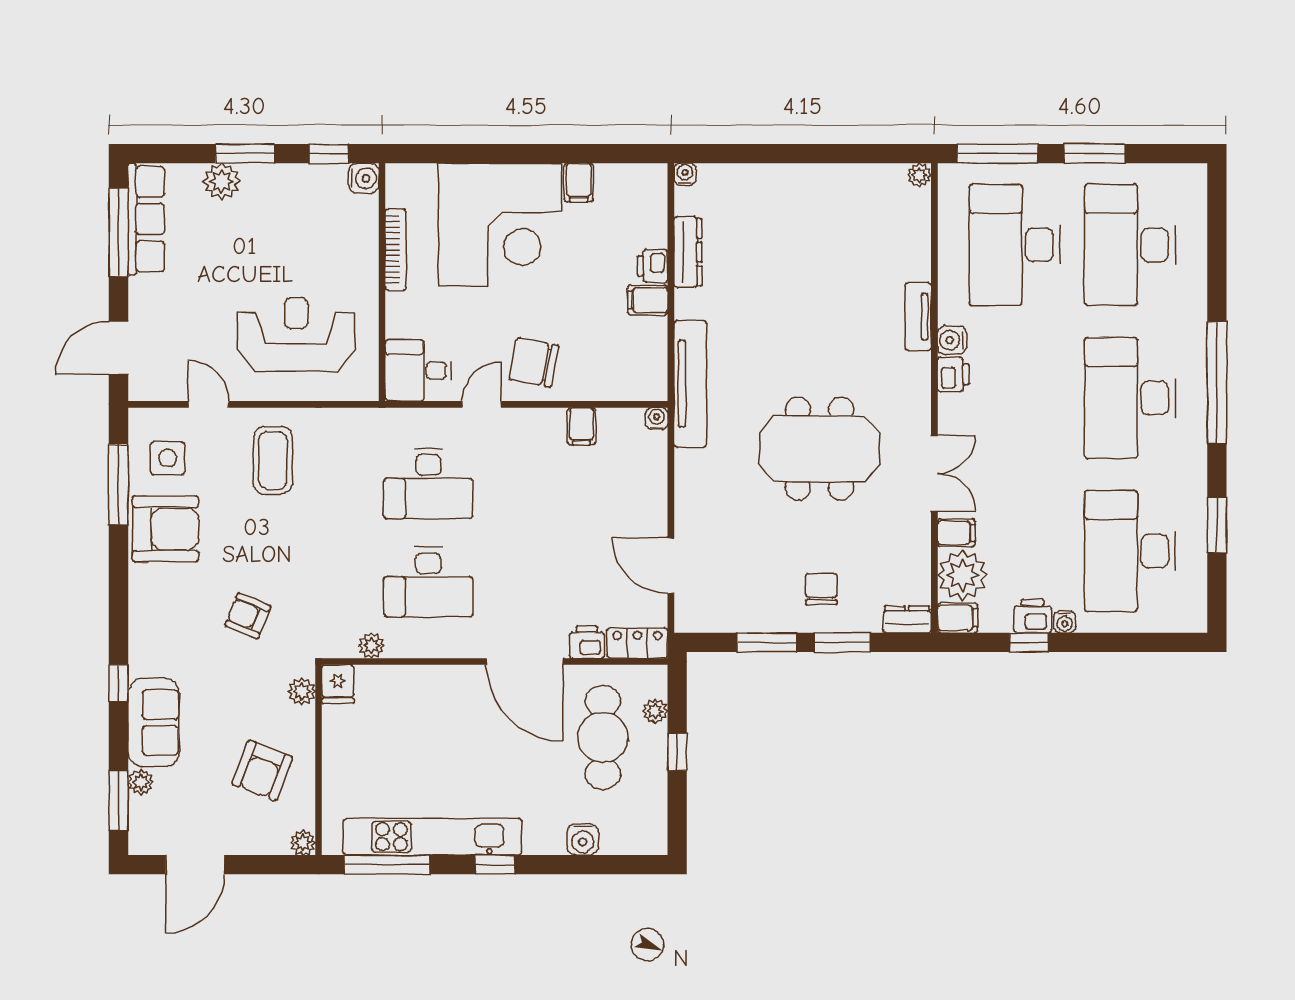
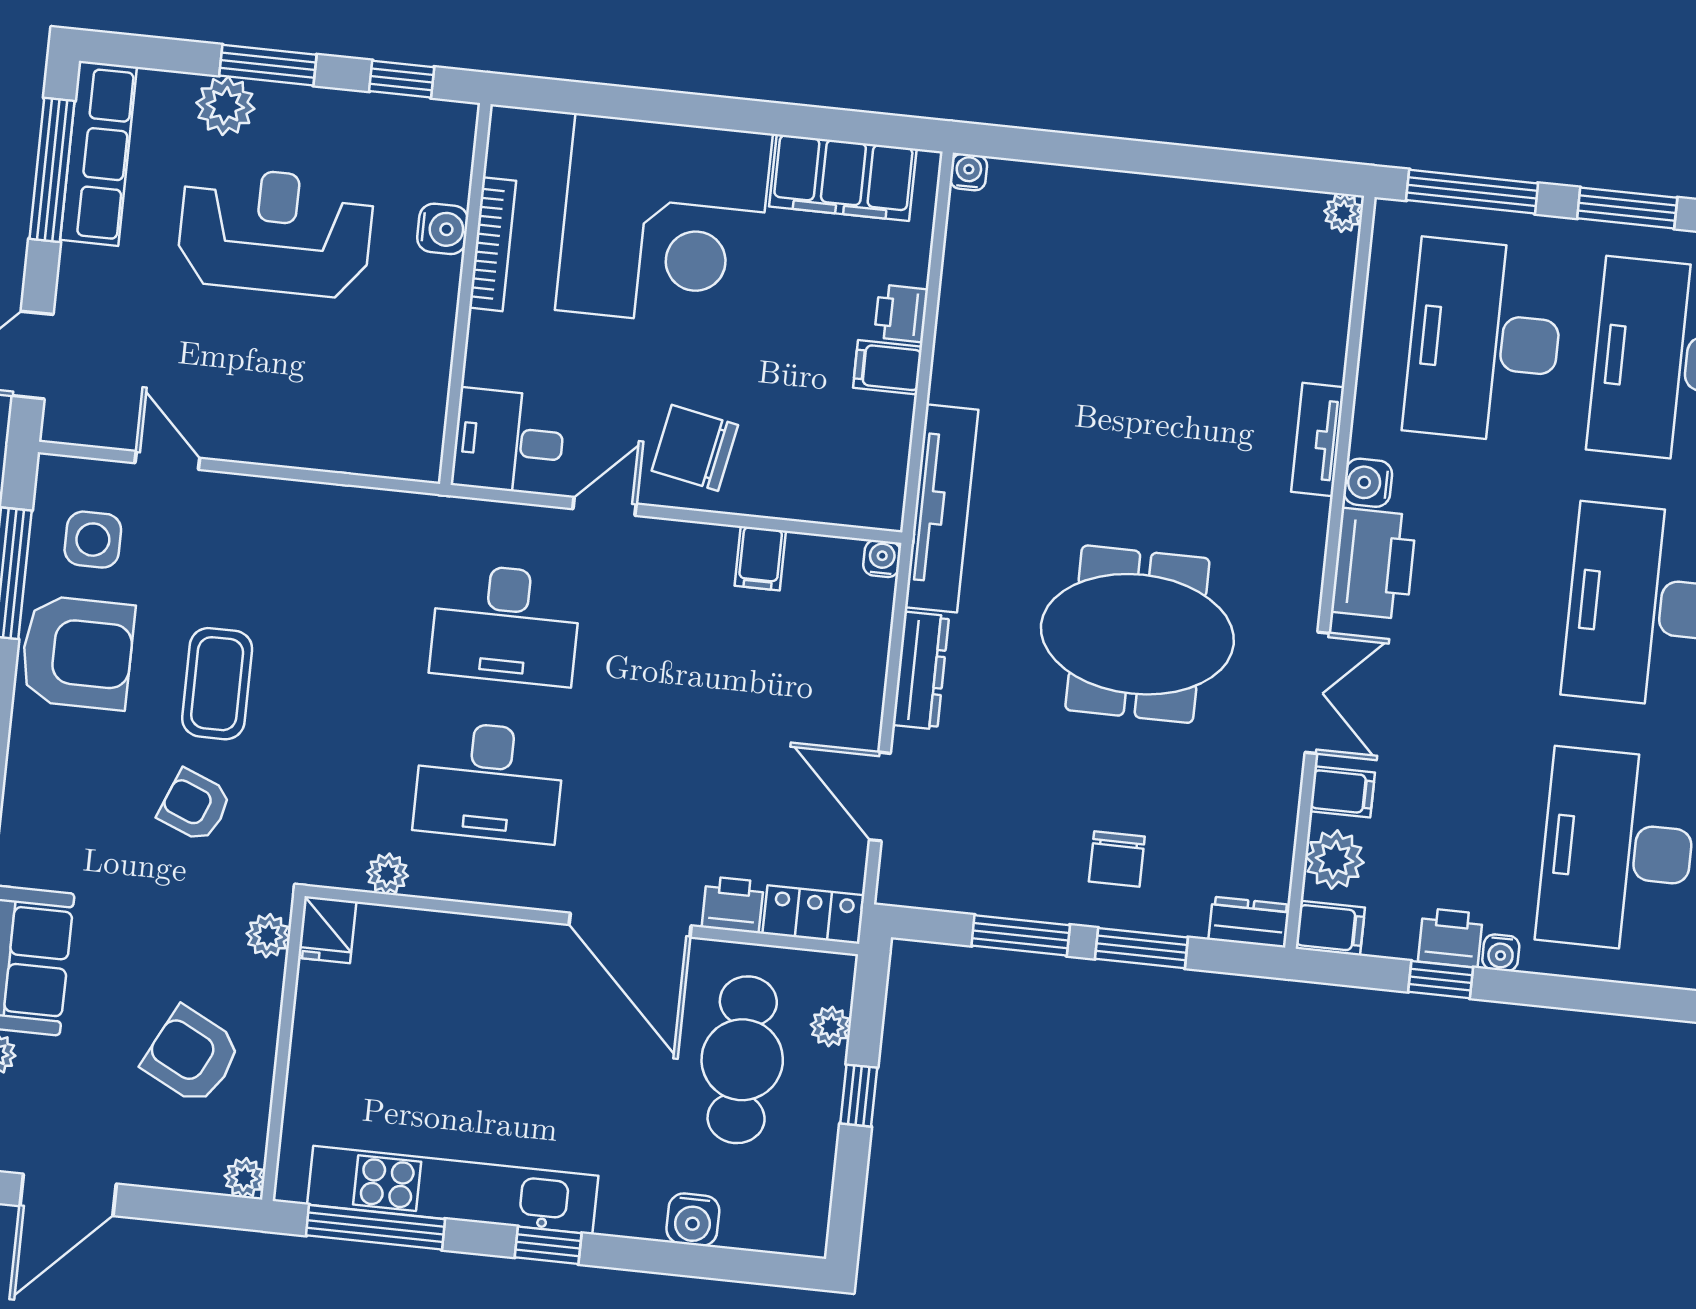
water cooler: (364, 178) -> (443, 229), moved
filing cabinet: (579, 183) -> (843, 178), width x3.00, depth x1.17
dresser: (688, 252) -> (921, 671), moved
reception desk: (296, 335) -> (275, 232), moved
printer: (953, 375) -> (1374, 564), width x1.87, depth x1.48
coffee table: (273, 460) -> (217, 684), moved
plant: (963, 575) -> (1335, 860), width x0.73, depth x0.73
chair: (821, 589) -> (1117, 859), turned 180
armchair: (262, 771) -> (192, 1055), turned 96

